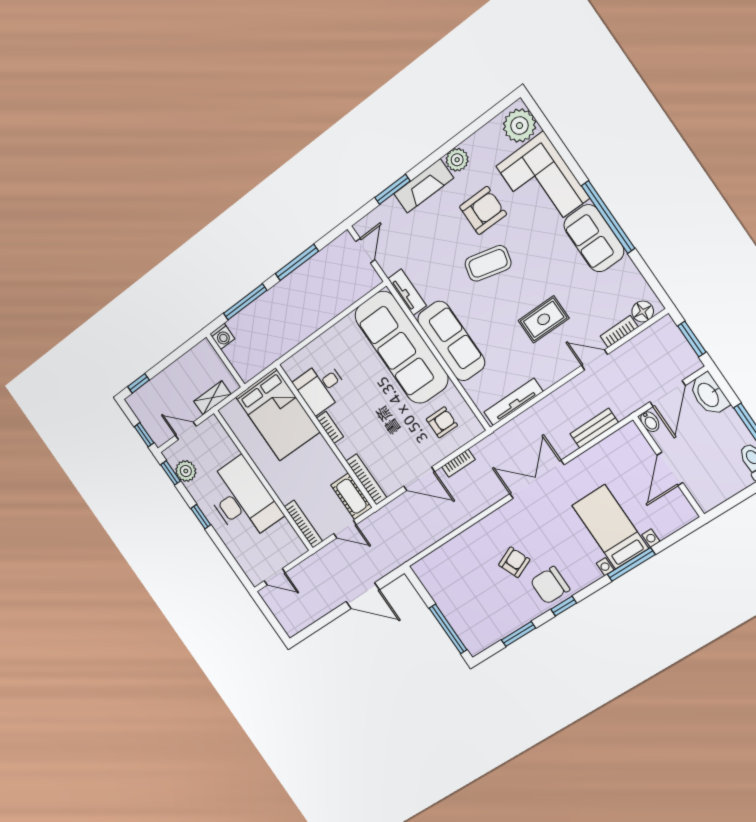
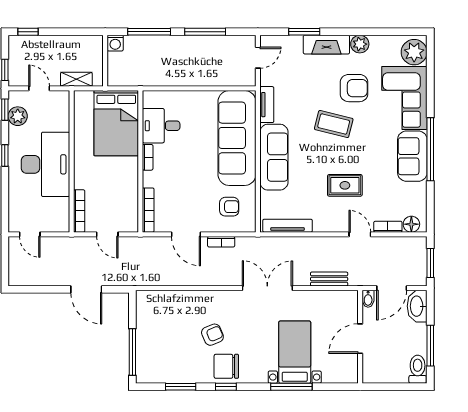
cot: (351, 496) -> (129, 215), removed

